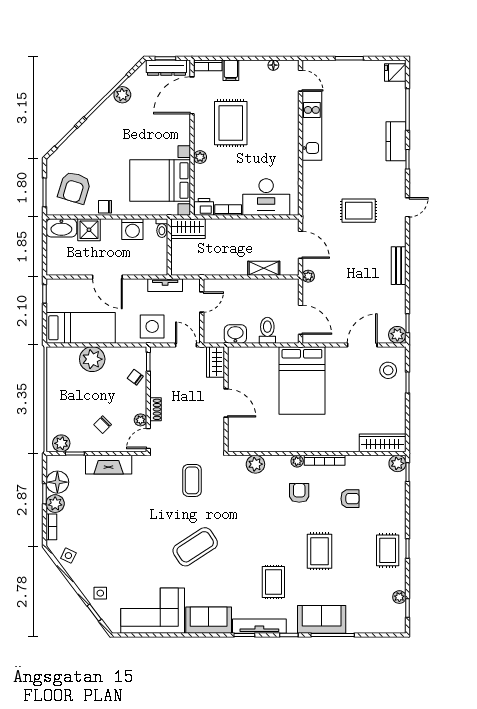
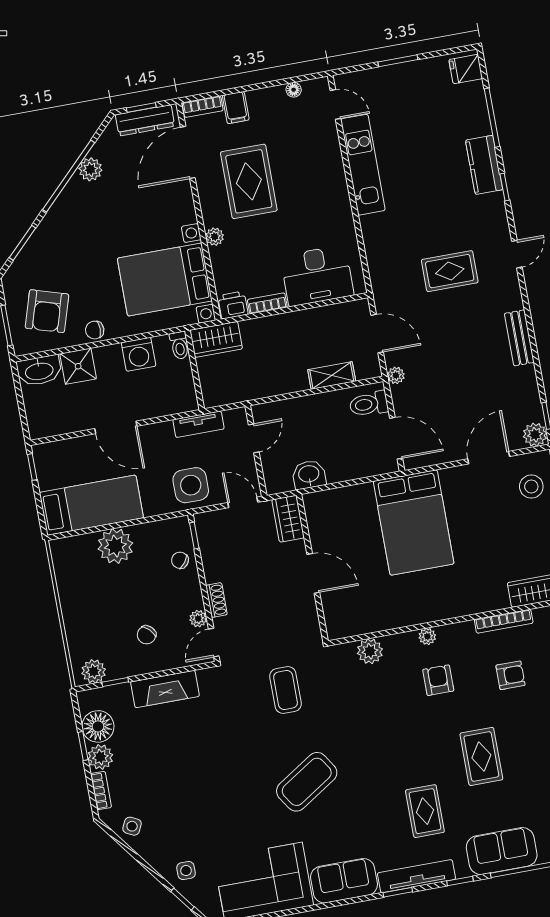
toilet: (267, 330) -> (369, 404), moved, turned -90
bookcase: (325, 460) -> (504, 621), moved

